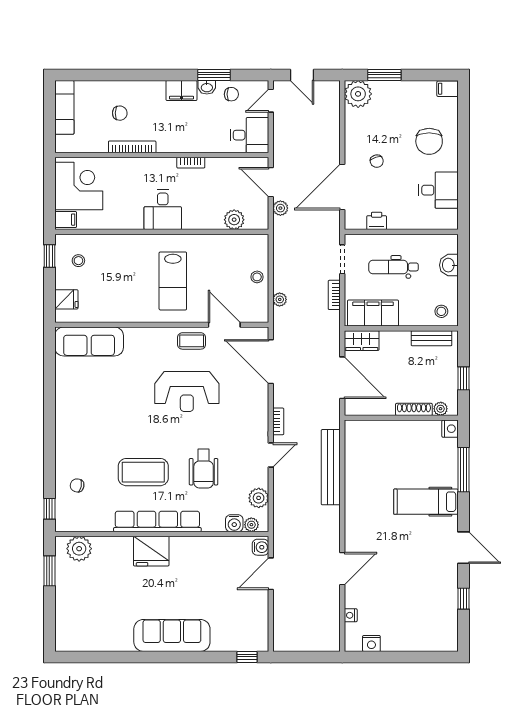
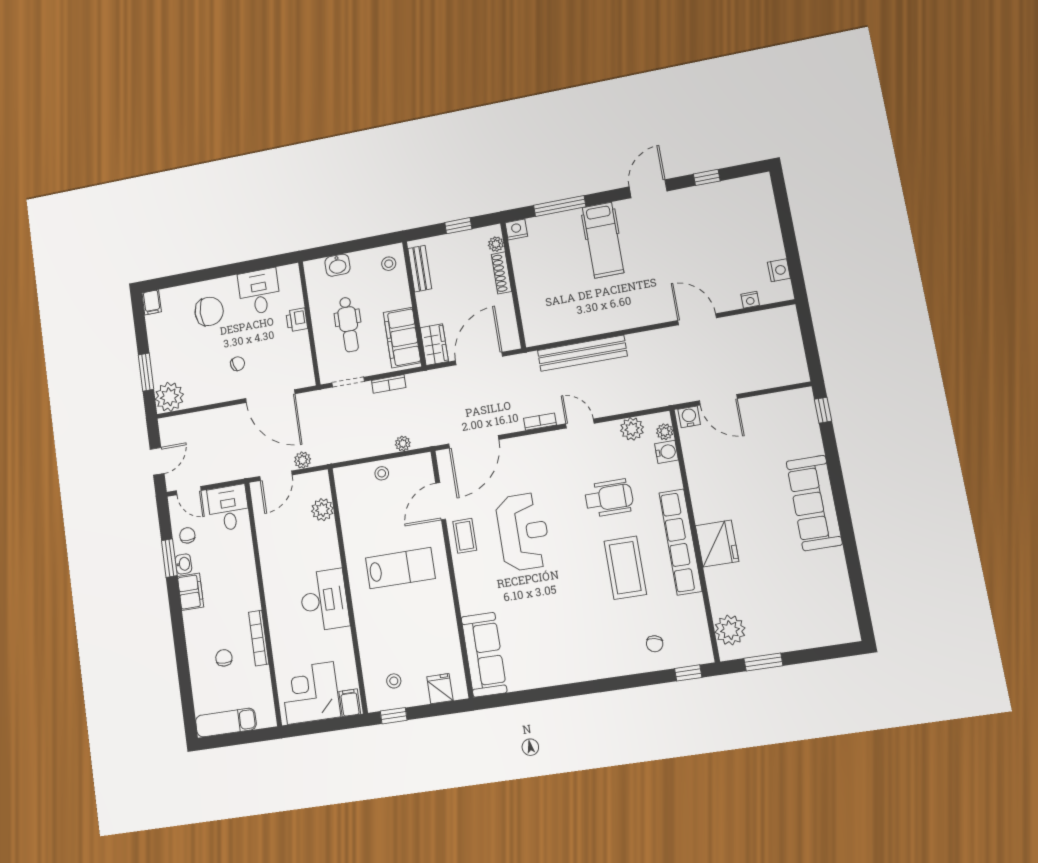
bookcase: (191, 163) -> (267, 569), removed
desk: (163, 210) -> (324, 600), width x1.37
printer: (377, 221) -> (297, 320), moved

